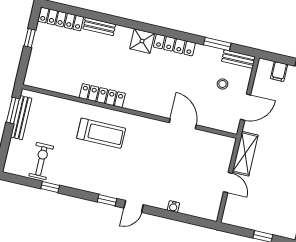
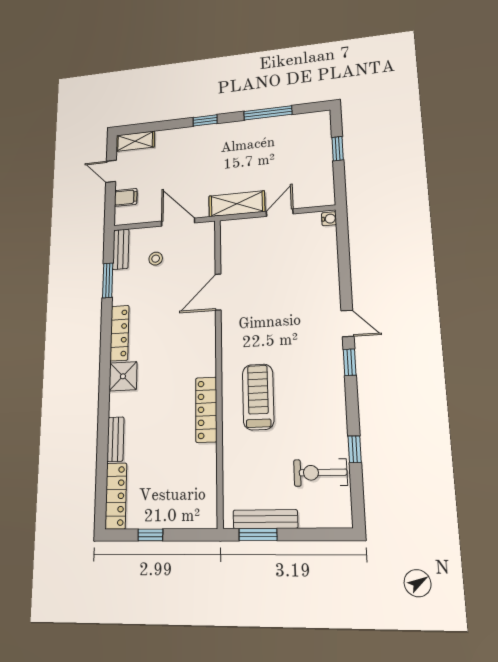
water cooler: (173, 207) -> (329, 219), moved

